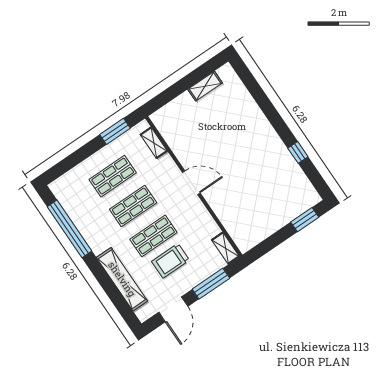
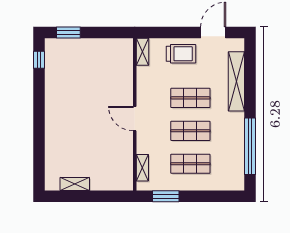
window: (298, 152) -> (39, 60), moved
trolley: (171, 261) -> (181, 54), moved
window: (211, 284) -> (172, 32), removed

